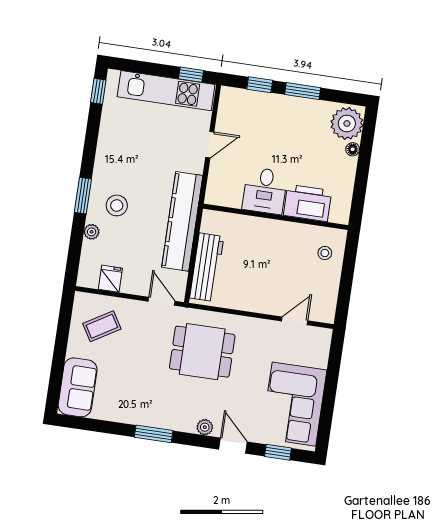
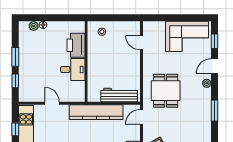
window: (191, 75) -> (15, 129), moved
plant: (347, 123) -> (34, 26), width x0.53, depth x0.53

